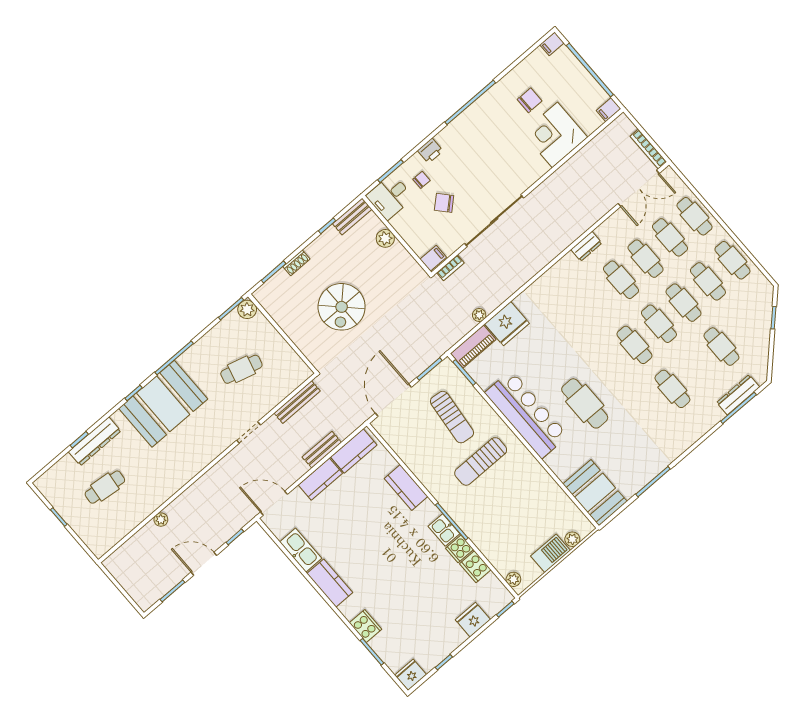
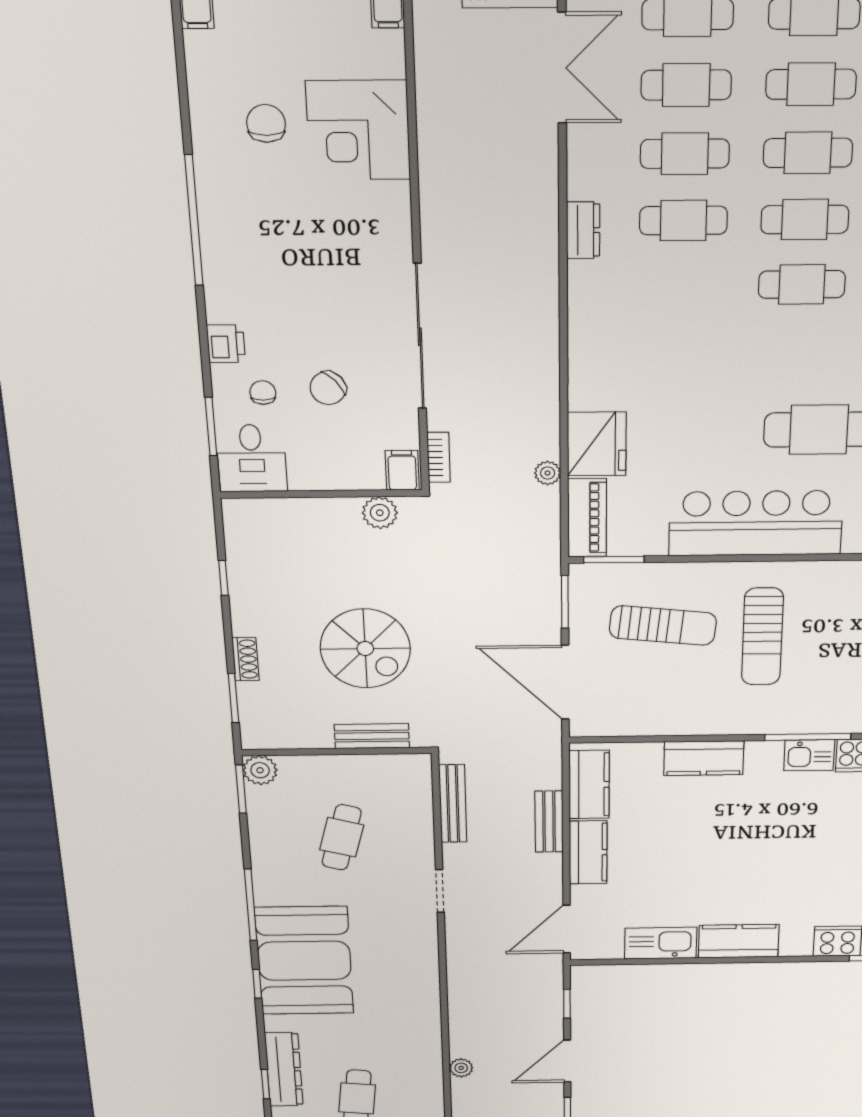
bench: (352, 216) -> (372, 736), moved, turned 90
plant: (385, 238) -> (380, 513), moved

